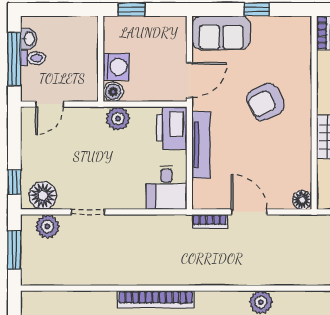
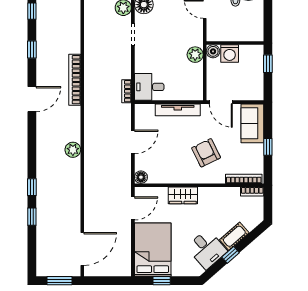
bookcase: (305, 45) -> (244, 179), added
printer: (172, 128) -> (189, 90), removed
bookcase: (210, 221) -> (127, 91), moved

